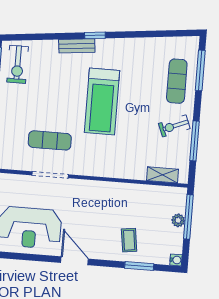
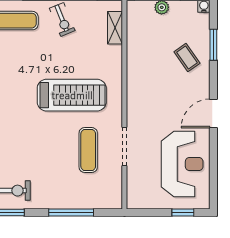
treadmill: (102, 102) -> (72, 95), moved
coffee table: (129, 240) -> (187, 58), turned 63

